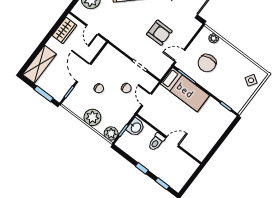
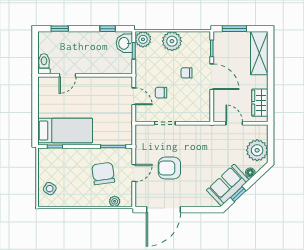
door: (180, 56) -> (134, 173), moved
bed: (185, 90) -> (65, 130), moved, turned 180
washbasin: (136, 127) -> (124, 43), moved
toilet: (156, 142) -> (44, 64), moved
door: (172, 142) -> (68, 75), moved
window: (142, 168) -> (108, 29), moved

